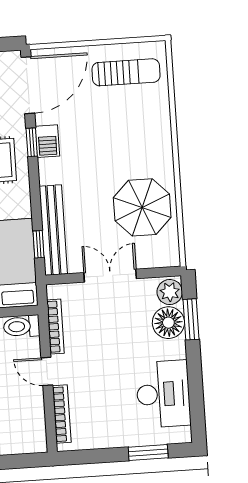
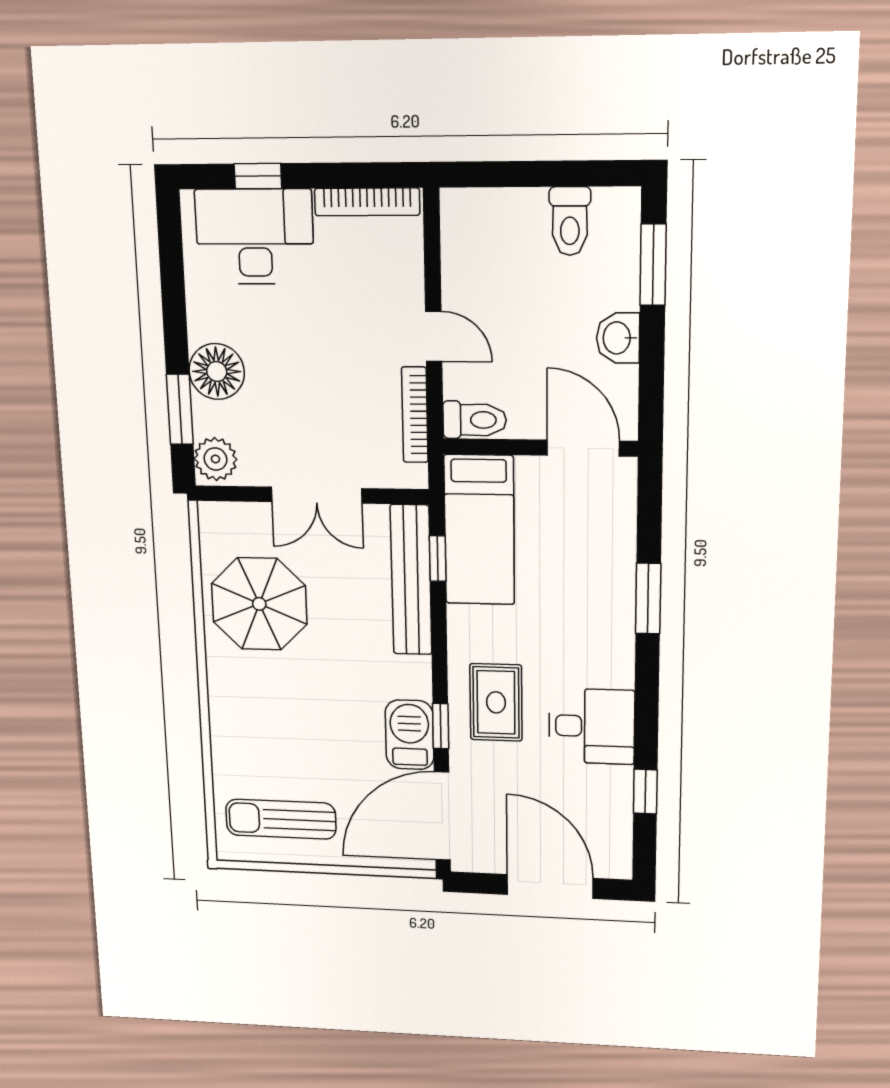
barbecue: (47, 141) -> (410, 735), width x1.38, depth x1.27
floor lamp: (168, 323) -> (217, 372), moved
desk: (163, 394) -> (255, 236), moved, turned 90
bookcase: (62, 414) -> (367, 202), moved, turned -90
window: (148, 453) -> (258, 176), width x0.67

